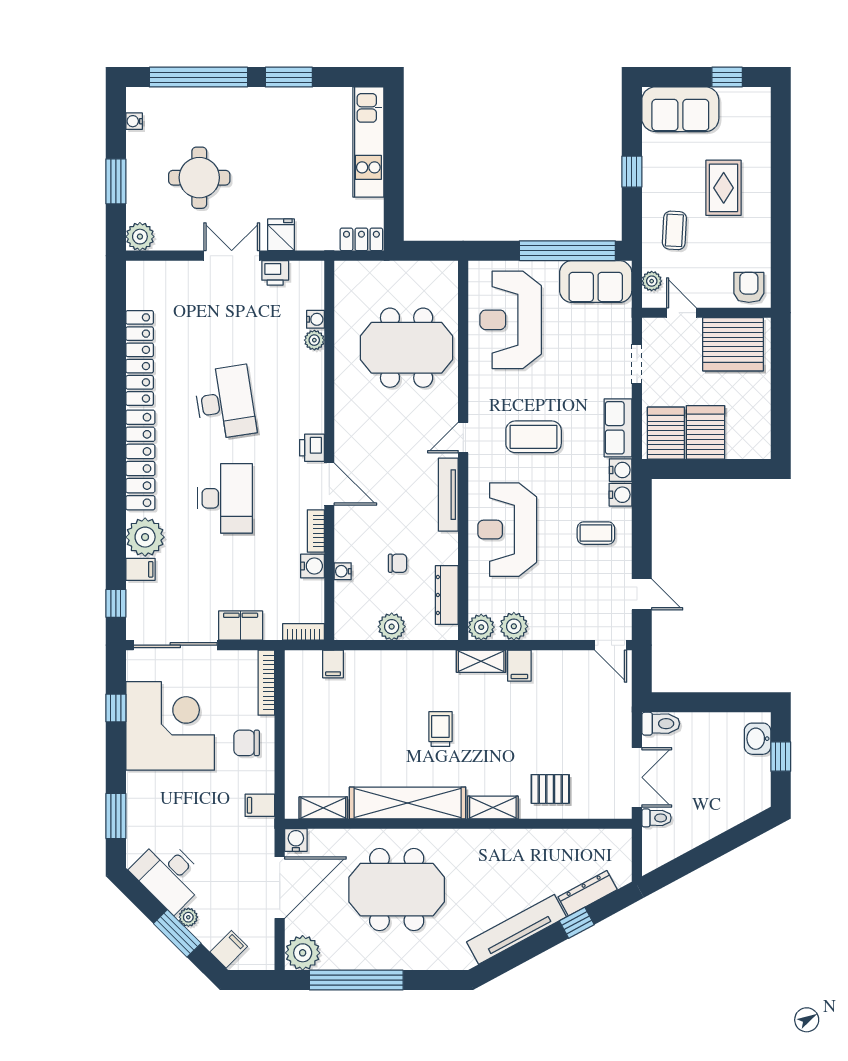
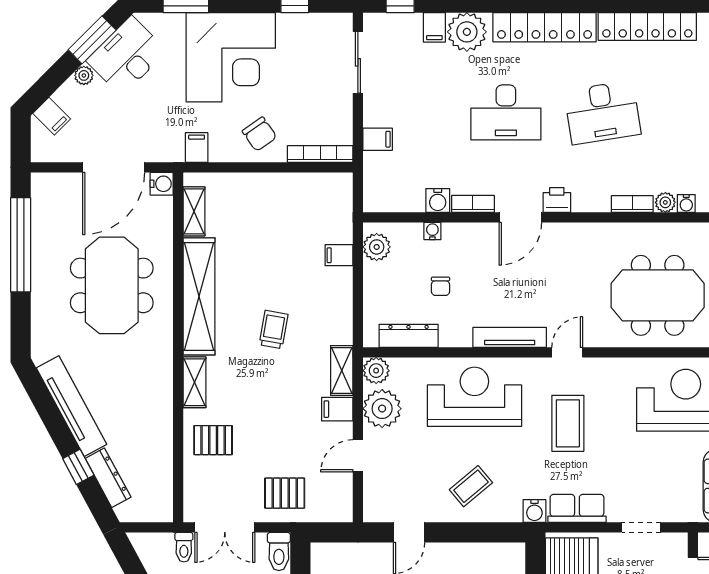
meeting table: (407, 348) -> (658, 295), turned 90
door: (463, 438) -> (567, 352), hinge flipped
water cooler: (620, 495) -> (510, 511), removed
coffee table: (596, 533) -> (471, 486), turned 50
filing cabinet: (241, 626) -> (378, 139), width x0.50
plant: (514, 626) -> (382, 409), width x1.36, depth x1.36
plant: (392, 627) -> (377, 247), moved
bookcase: (304, 632) -> (632, 204), moved, turned -90
sliding door: (175, 645) -> (358, 62), width x0.73
door: (611, 645) -> (358, 456), moved
filing cabinet: (333, 664) -> (339, 255), moved
pallet: (603, 718) -> (285, 493), added
corner desk: (170, 726) -> (231, 57), moved
trolley: (440, 729) -> (274, 330), turned -80
chair: (247, 743) -> (259, 134), turned 145
pallet: (550, 789) -> (213, 440), turned 90
door: (280, 888) -> (114, 167), hinge flipped
window: (177, 933) -> (92, 40), moved
plant: (303, 953) -> (48, 191), removed

